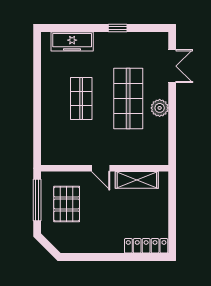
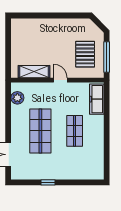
freezer: (72, 42) -> (97, 99), moved, turned -90
plant: (160, 108) -> (17, 98), moved
locker: (146, 246) -> (27, 24), removed

